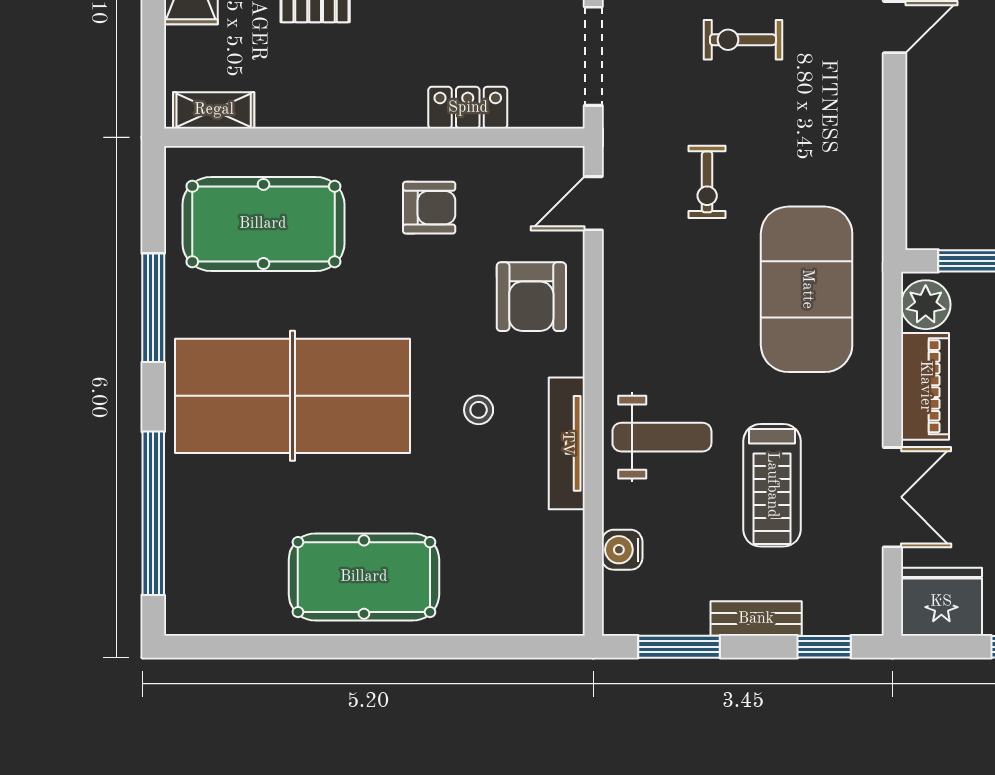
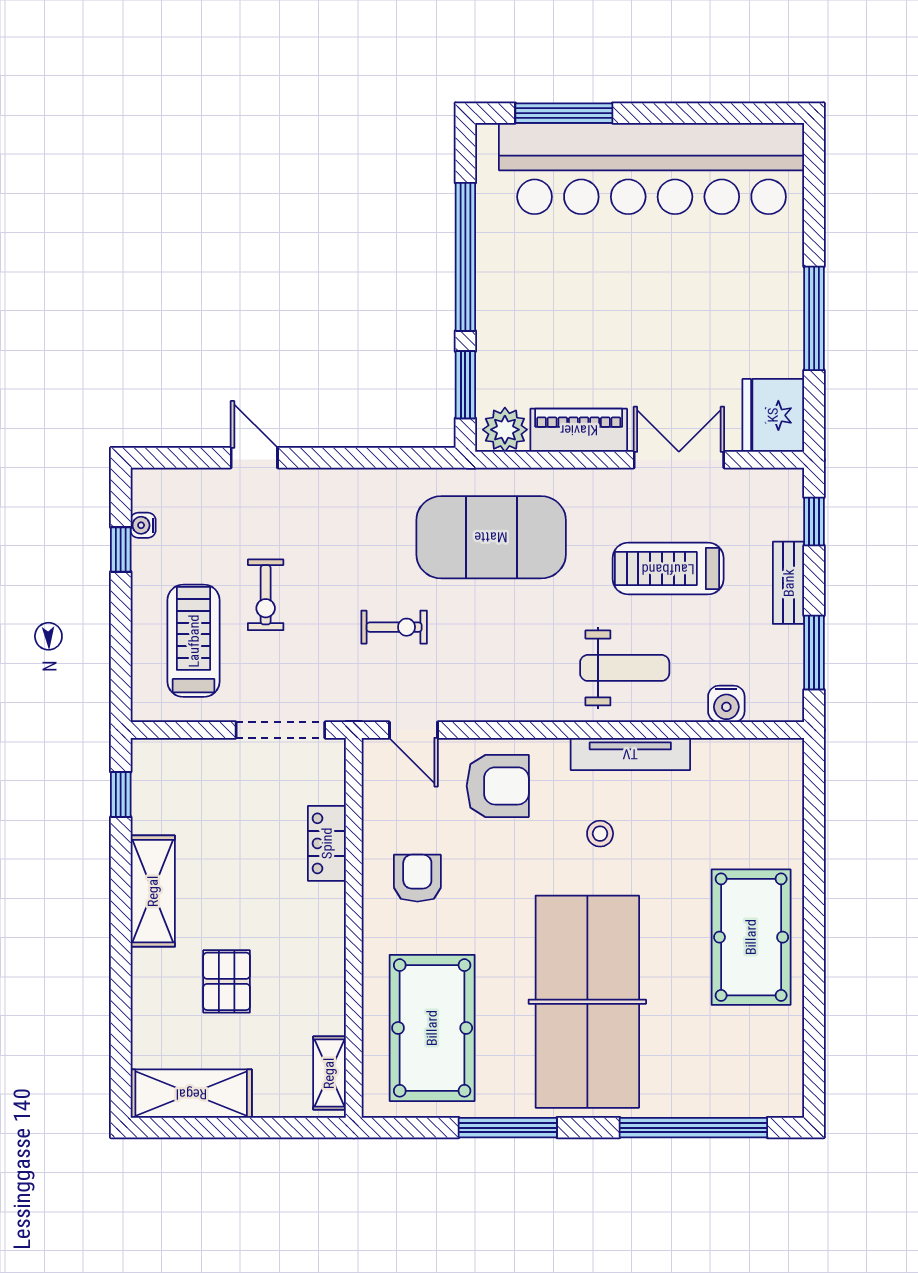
weight bench: (662, 437) -> (625, 668), turned 90
treadmill: (772, 485) -> (668, 569), turned 180

